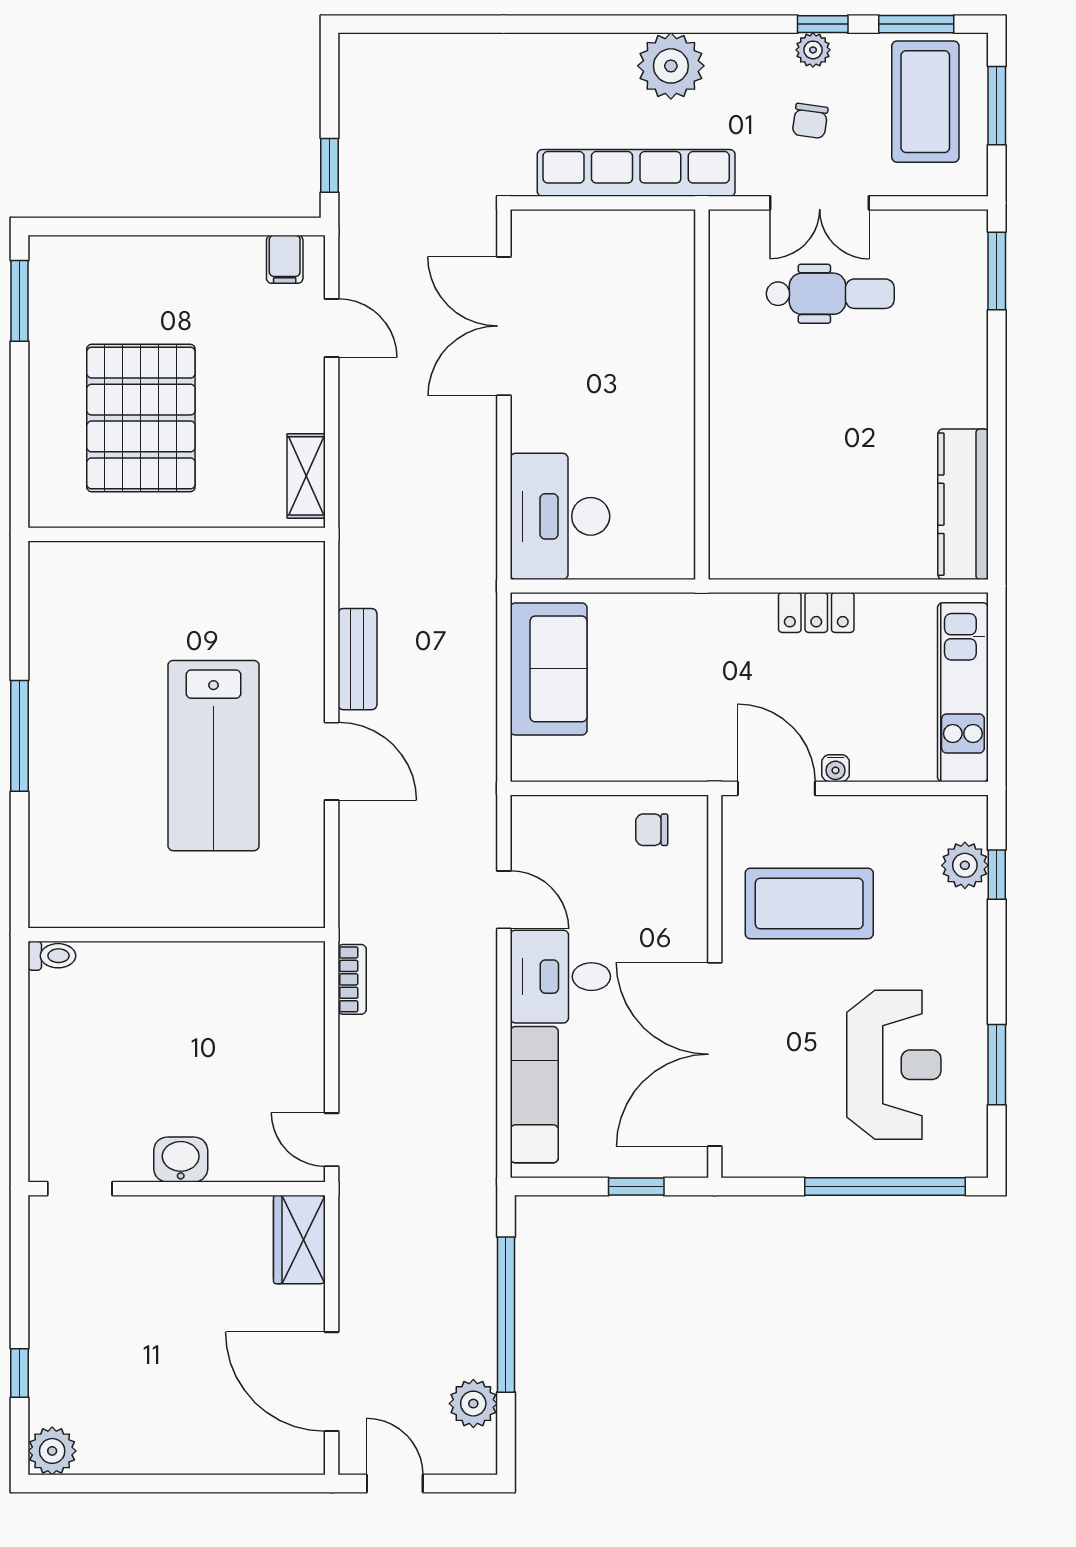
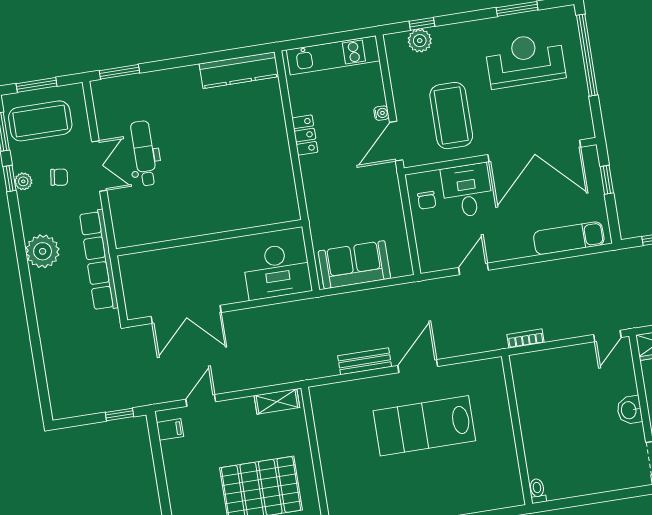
wall: (702, 394) -> (209, 238), moved
lab bench: (213, 756) -> (424, 426), turned 180
desk: (560, 977) -> (467, 191), moved, turned 180

